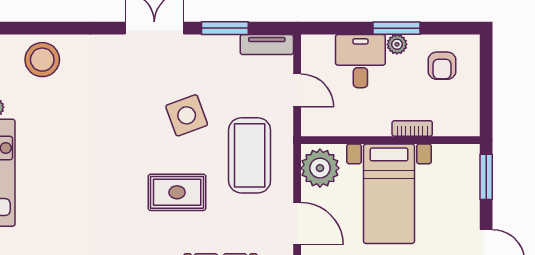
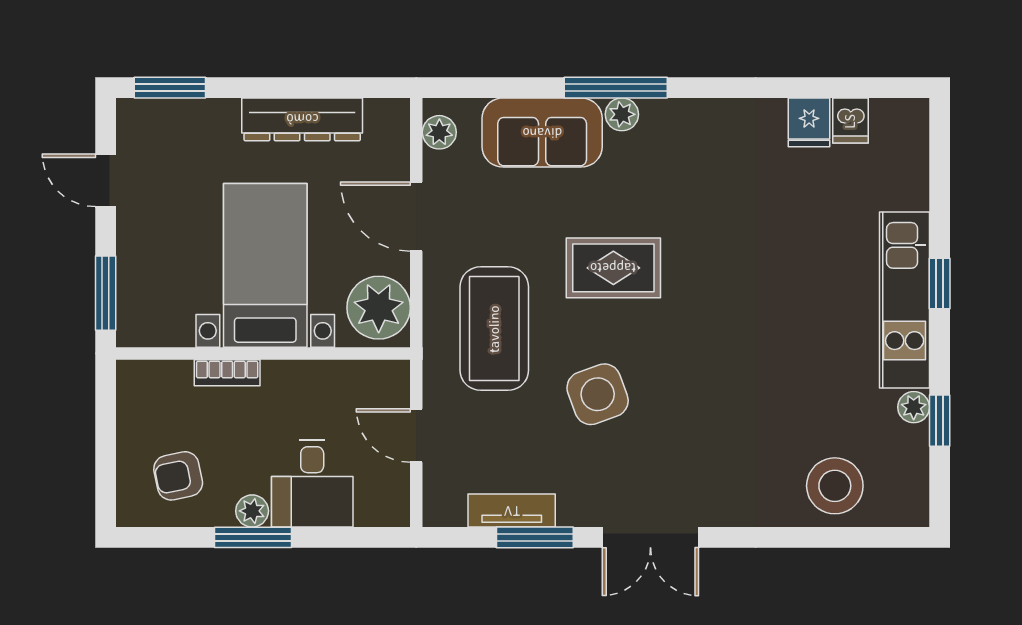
tv unit: (267, 45) -> (512, 511), moved
armchair: (442, 66) -> (178, 476), turned -102

